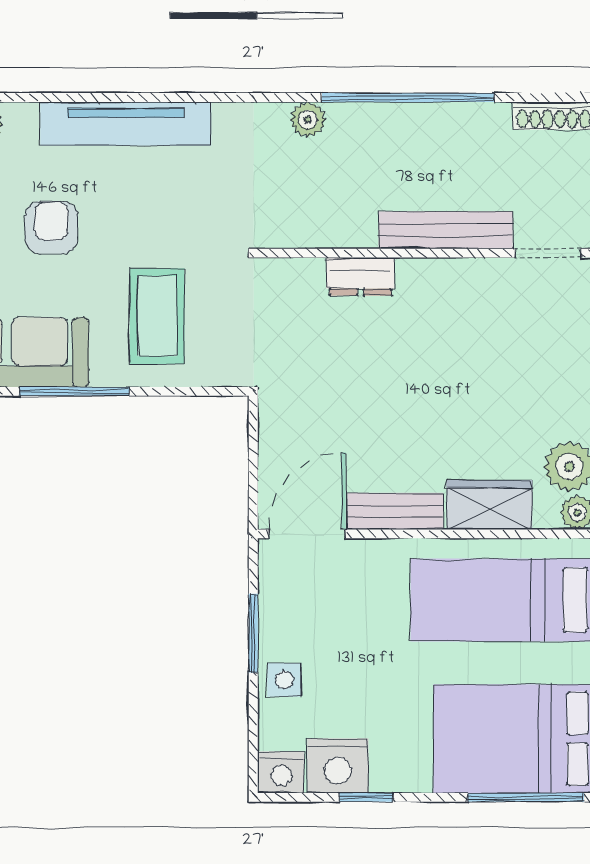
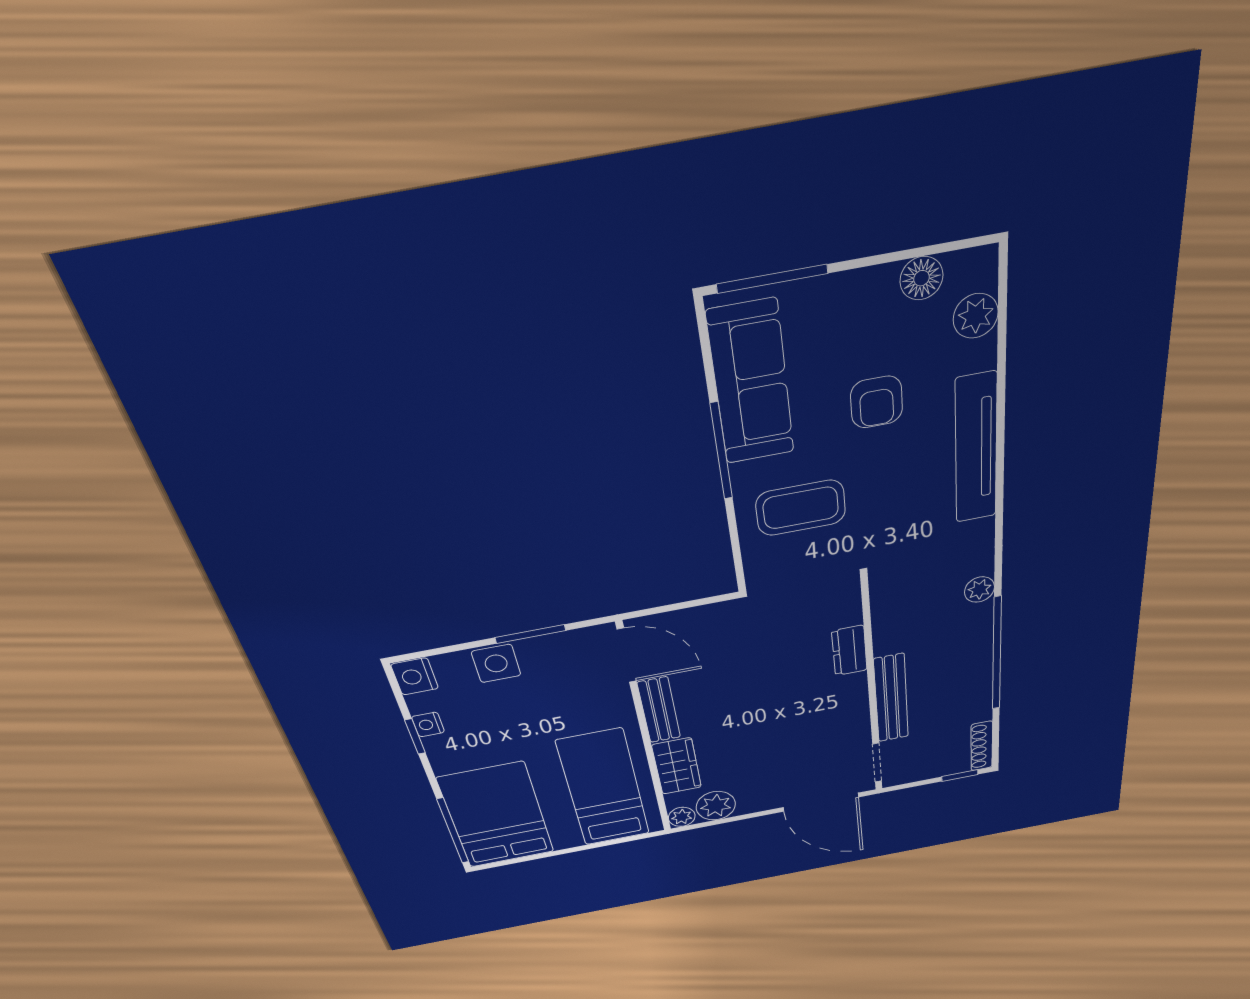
armchair: (51, 227) -> (877, 402), turned 90
side table: (284, 680) -> (496, 663), width x1.37, depth x1.37
nightstand: (338, 766) -> (428, 725), width x0.53, depth x0.56

